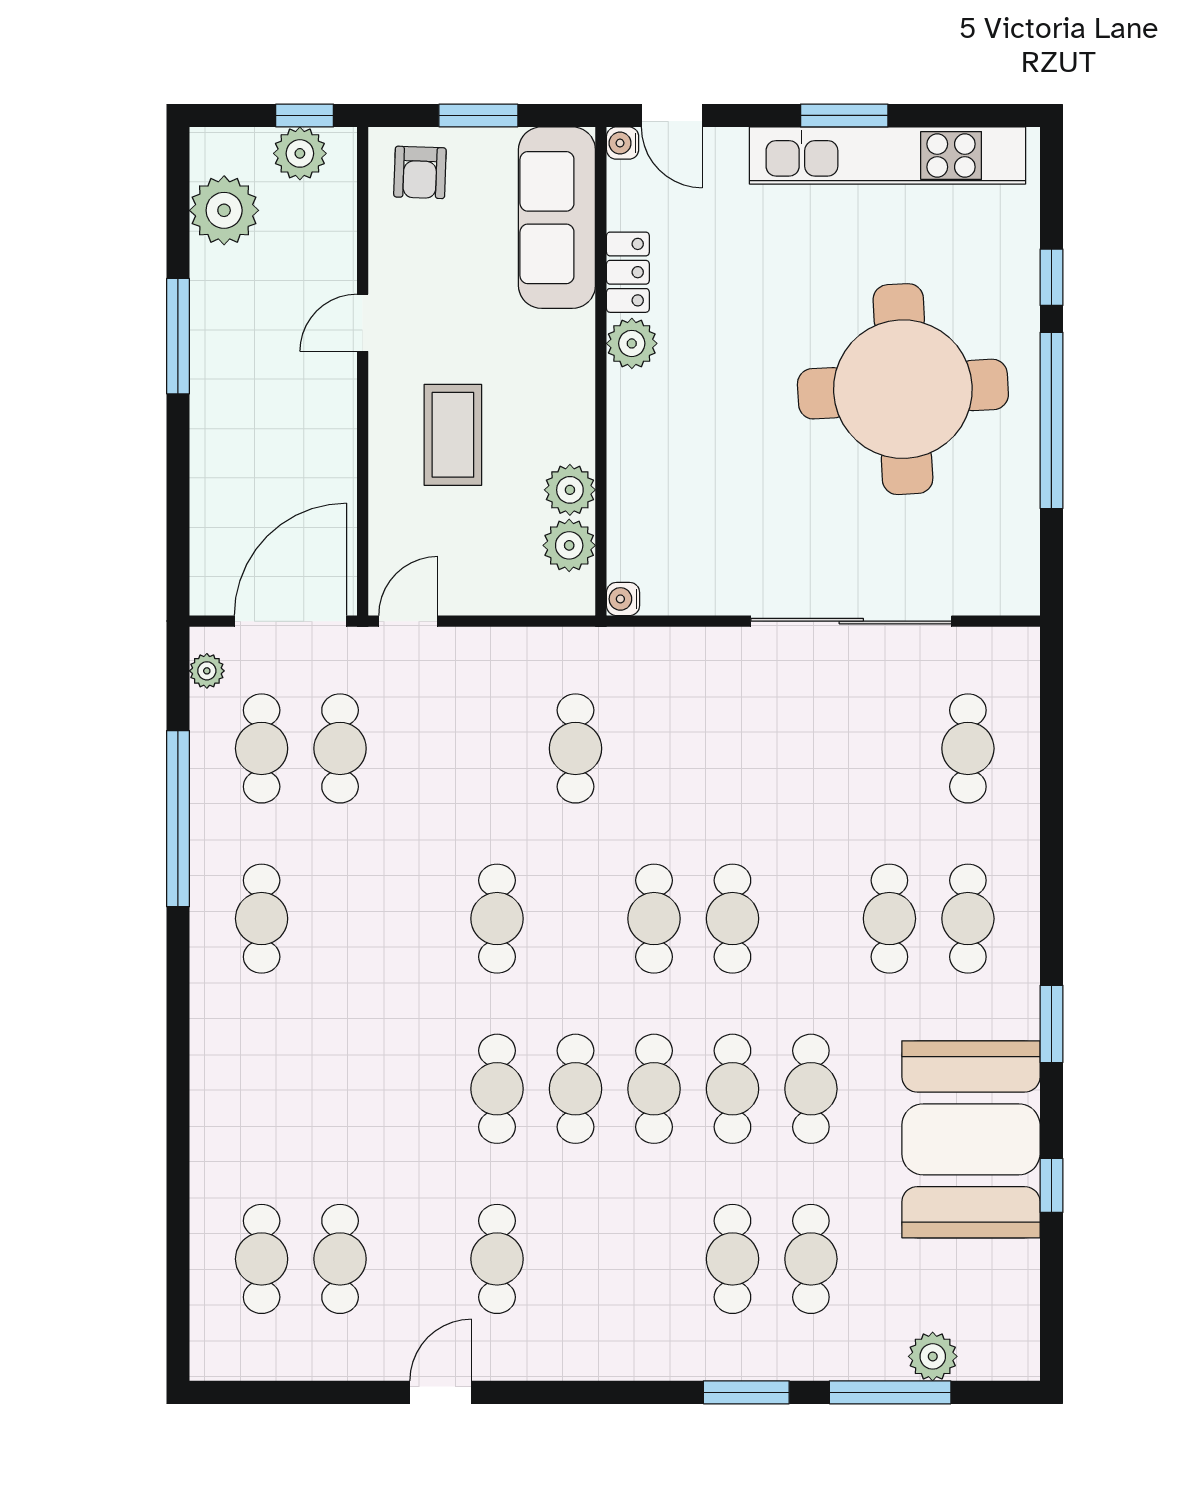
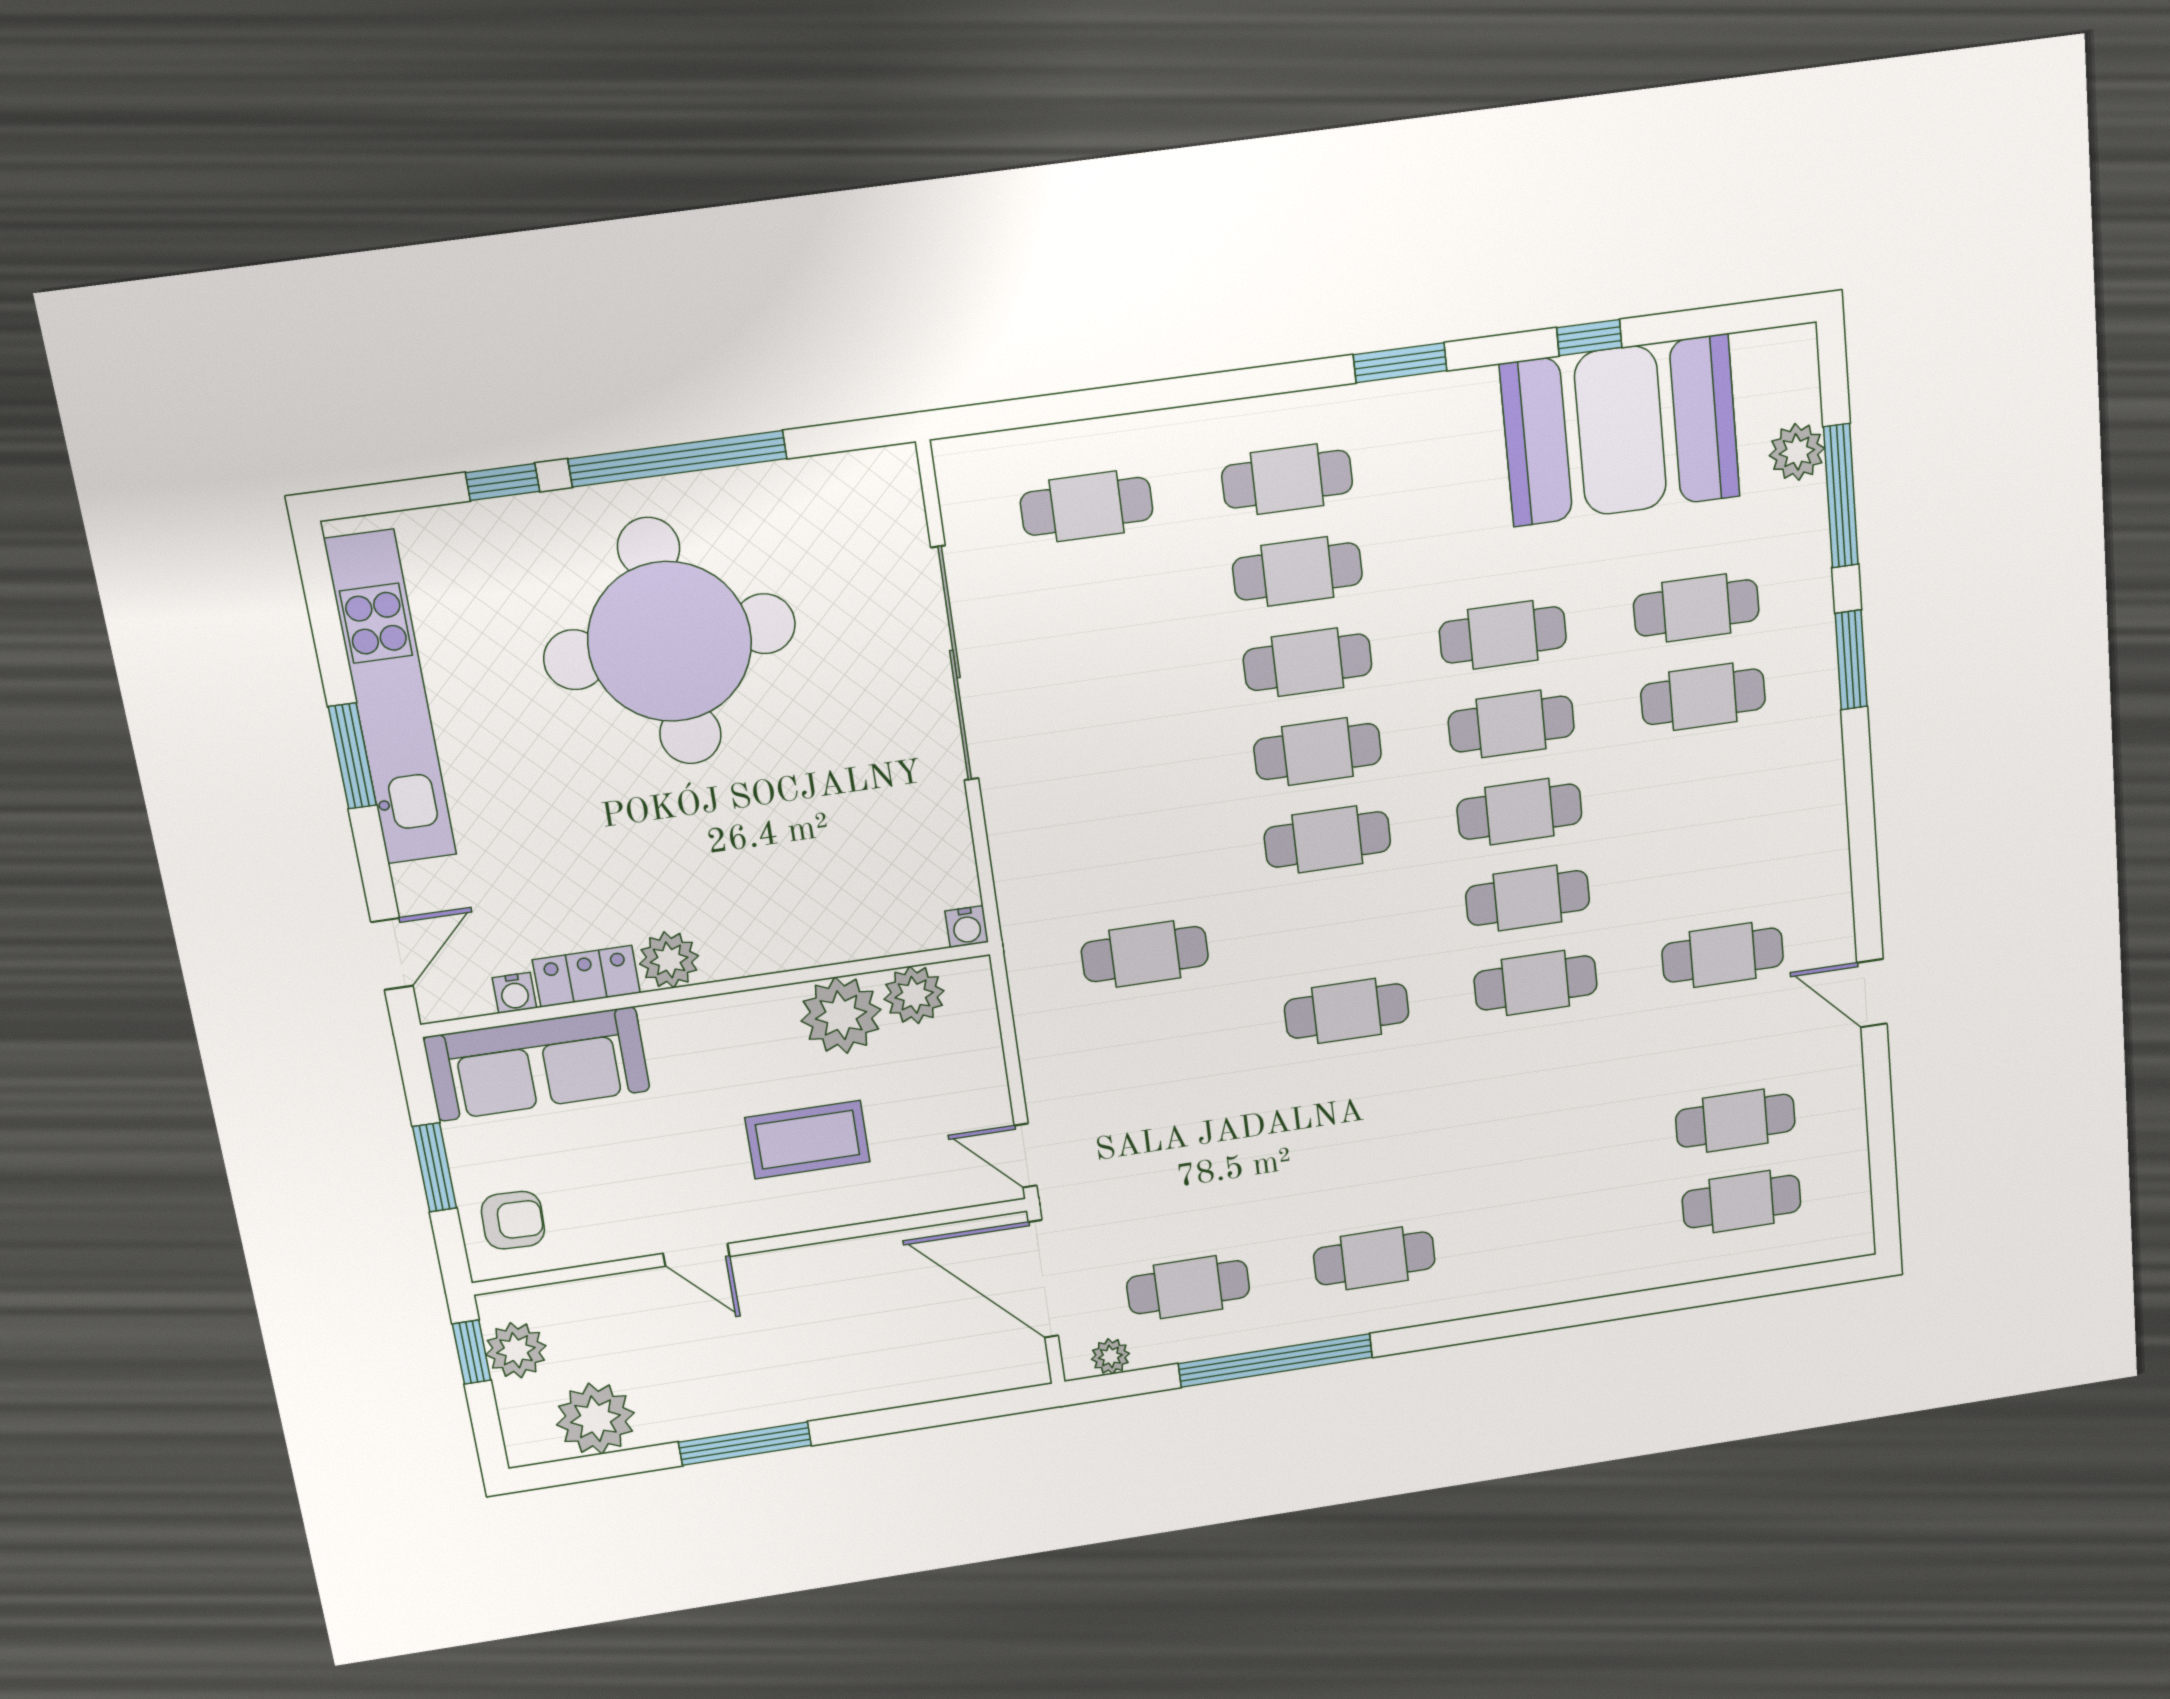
water cooler: (623, 143) -> (514, 993), moved
plant: (570, 490) -> (841, 1015), width x1.36, depth x1.36
cafe table: (340, 748) -> (1308, 662), moved
booth: (971, 1139) -> (1620, 430), moved

